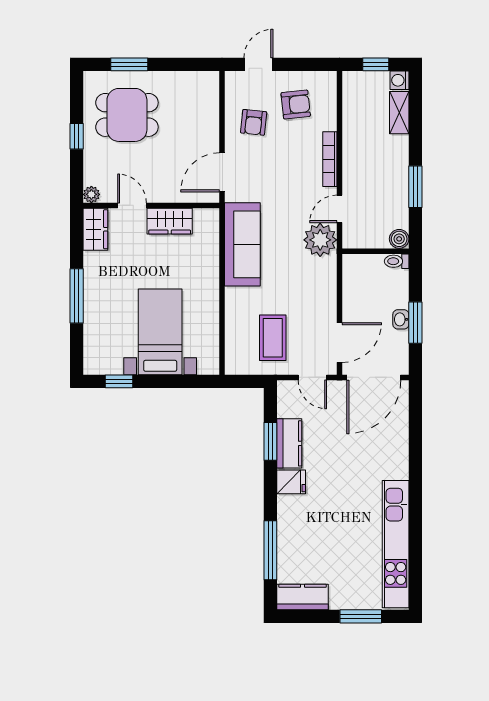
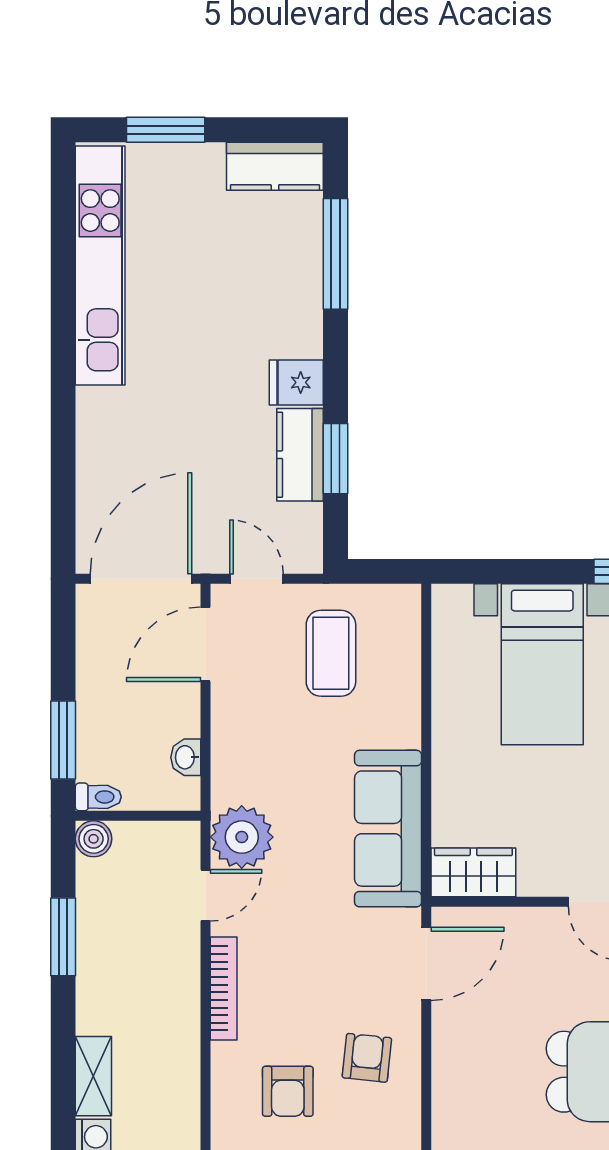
armchair: (296, 105) -> (288, 1091), turned -84
wardrobe: (170, 221) -> (473, 872), moved
washbasin: (401, 319) -> (186, 757), moved, turned 180
window: (415, 323) -> (63, 740), moved

